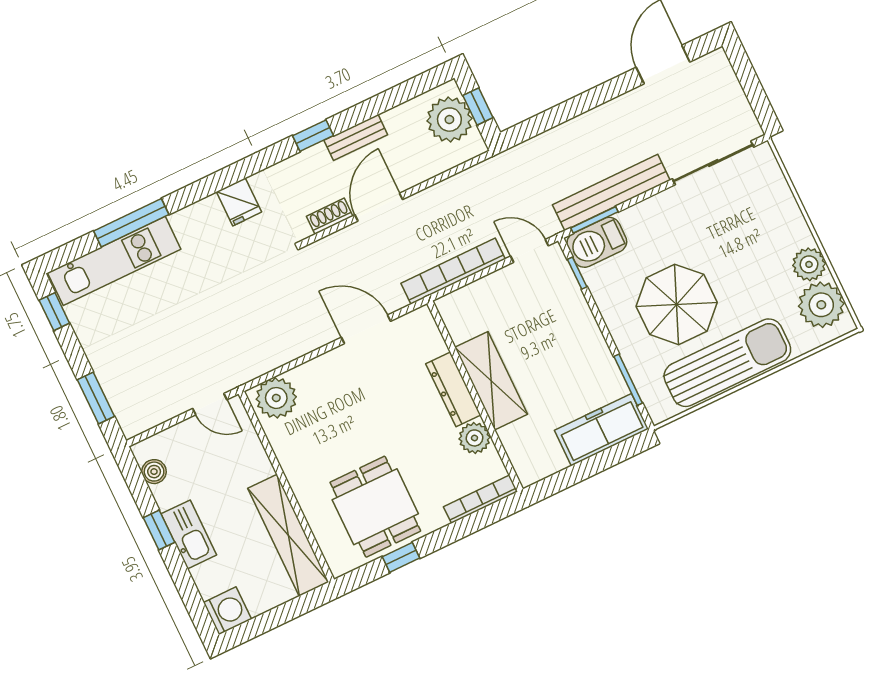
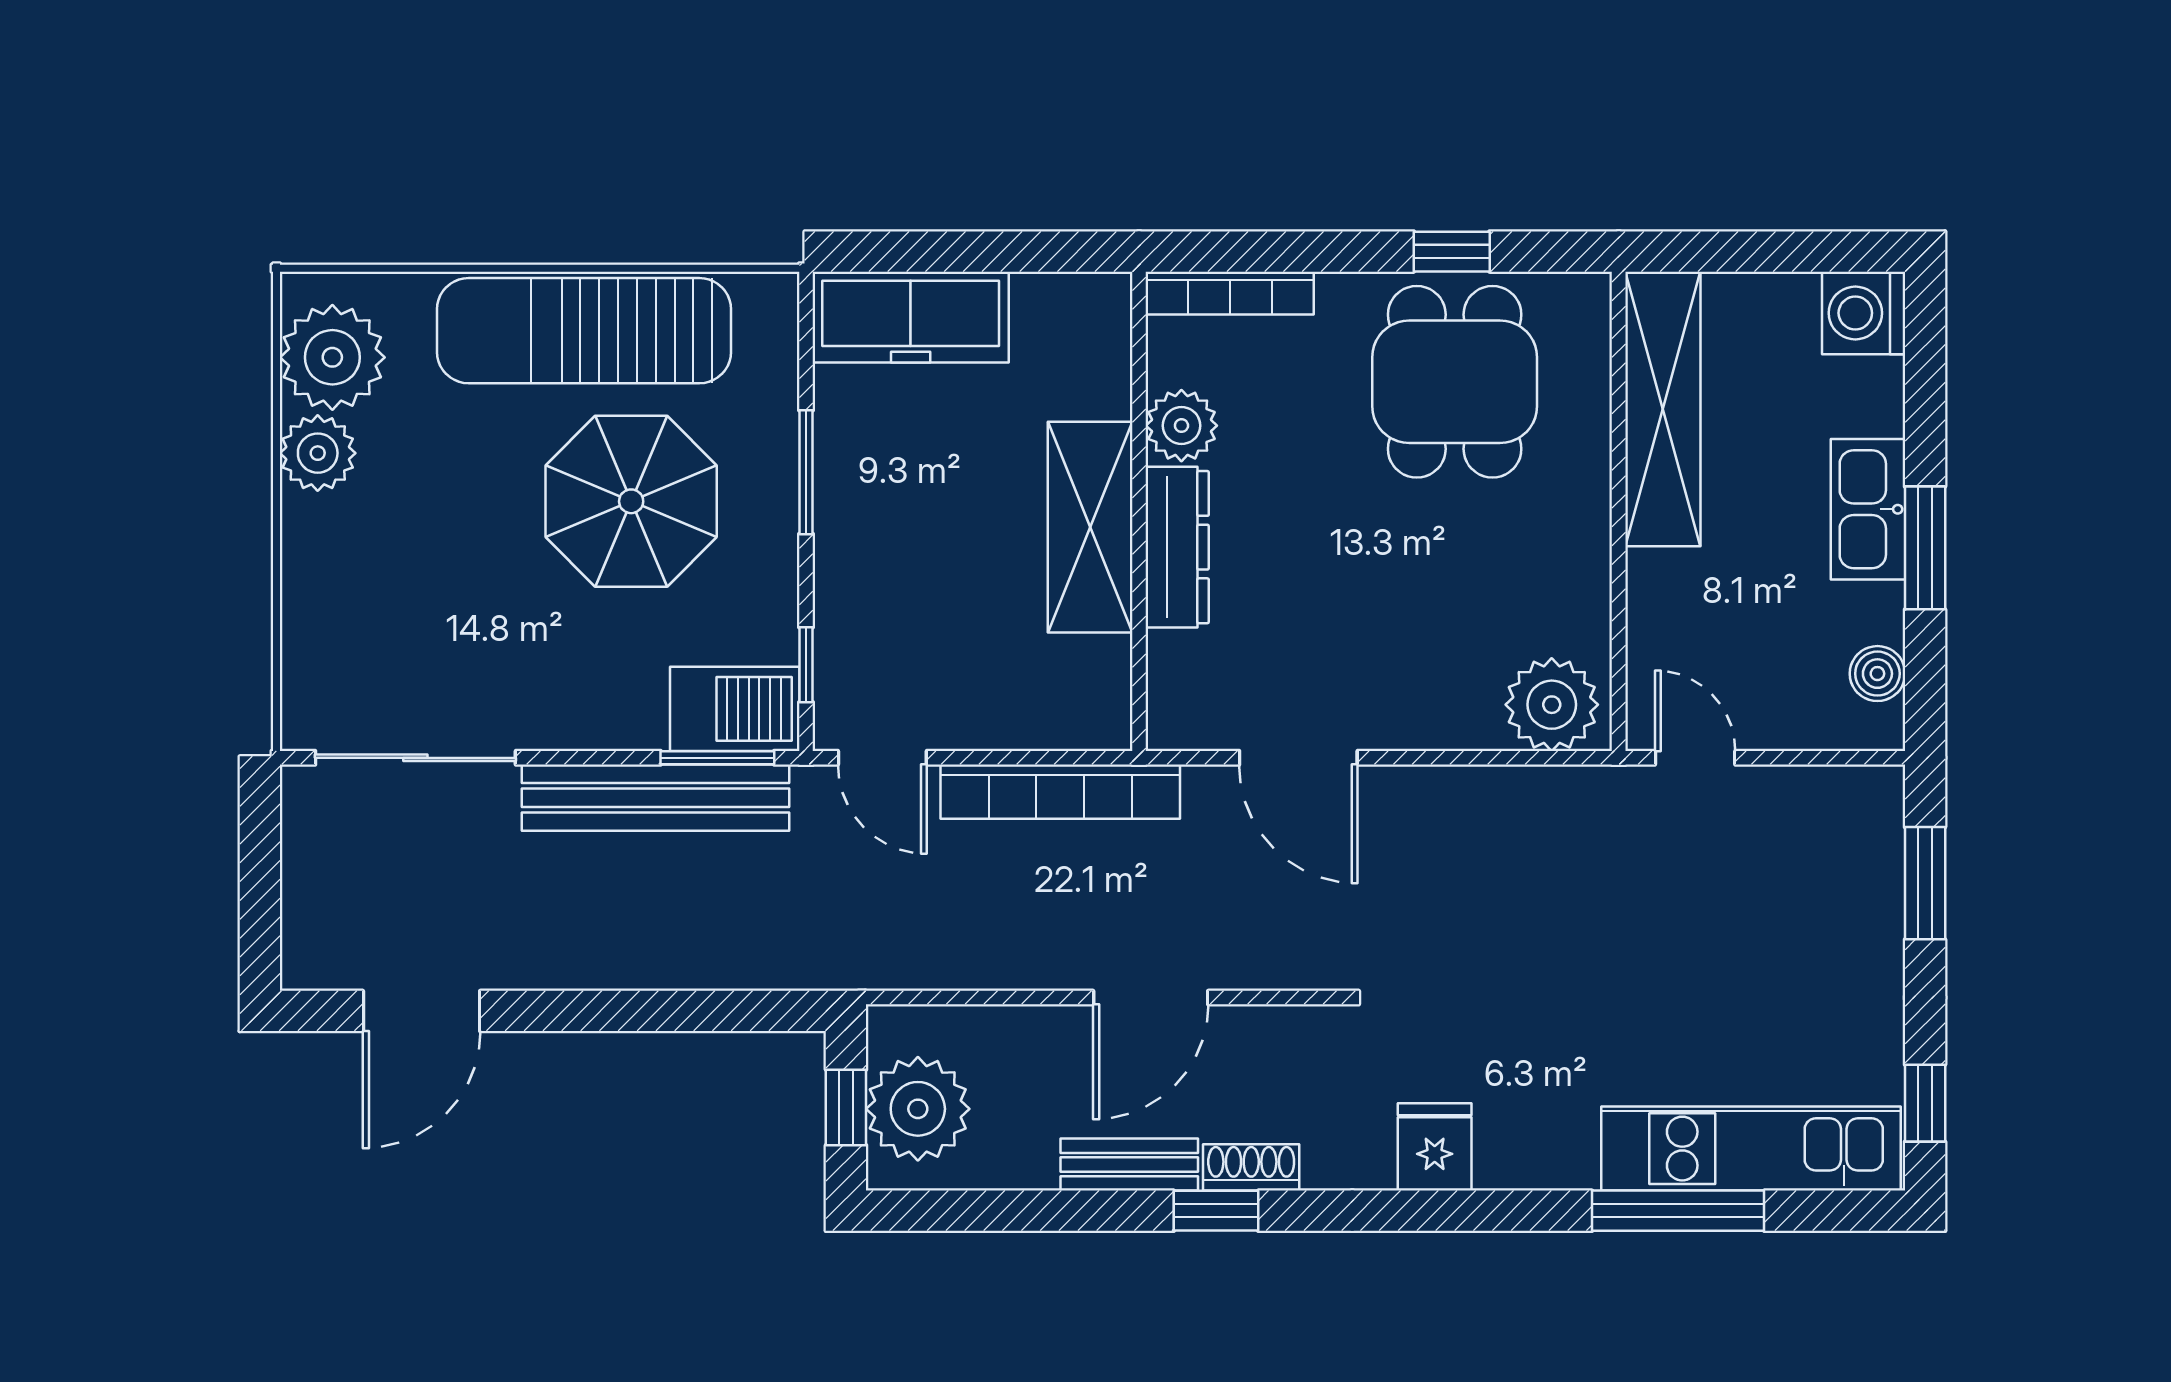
shoe rack: (330, 216) -> (1251, 1167), moved, turned 180
window: (628, 380) -> (806, 472), moved
window: (159, 530) -> (1925, 548), width x1.50

